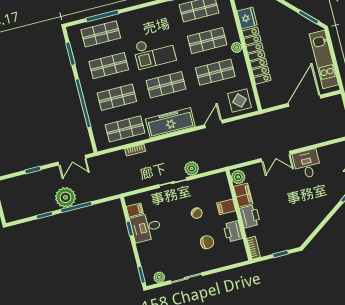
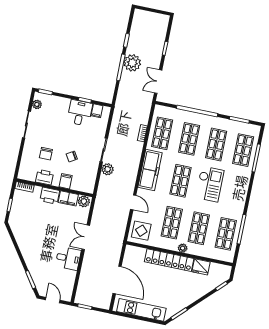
checkout: (154, 52) -> (210, 184), turned 180

